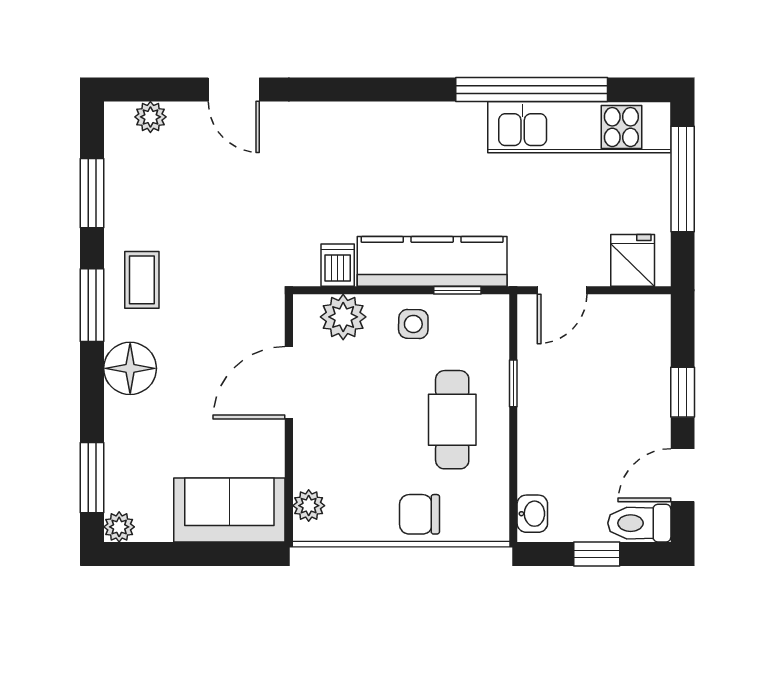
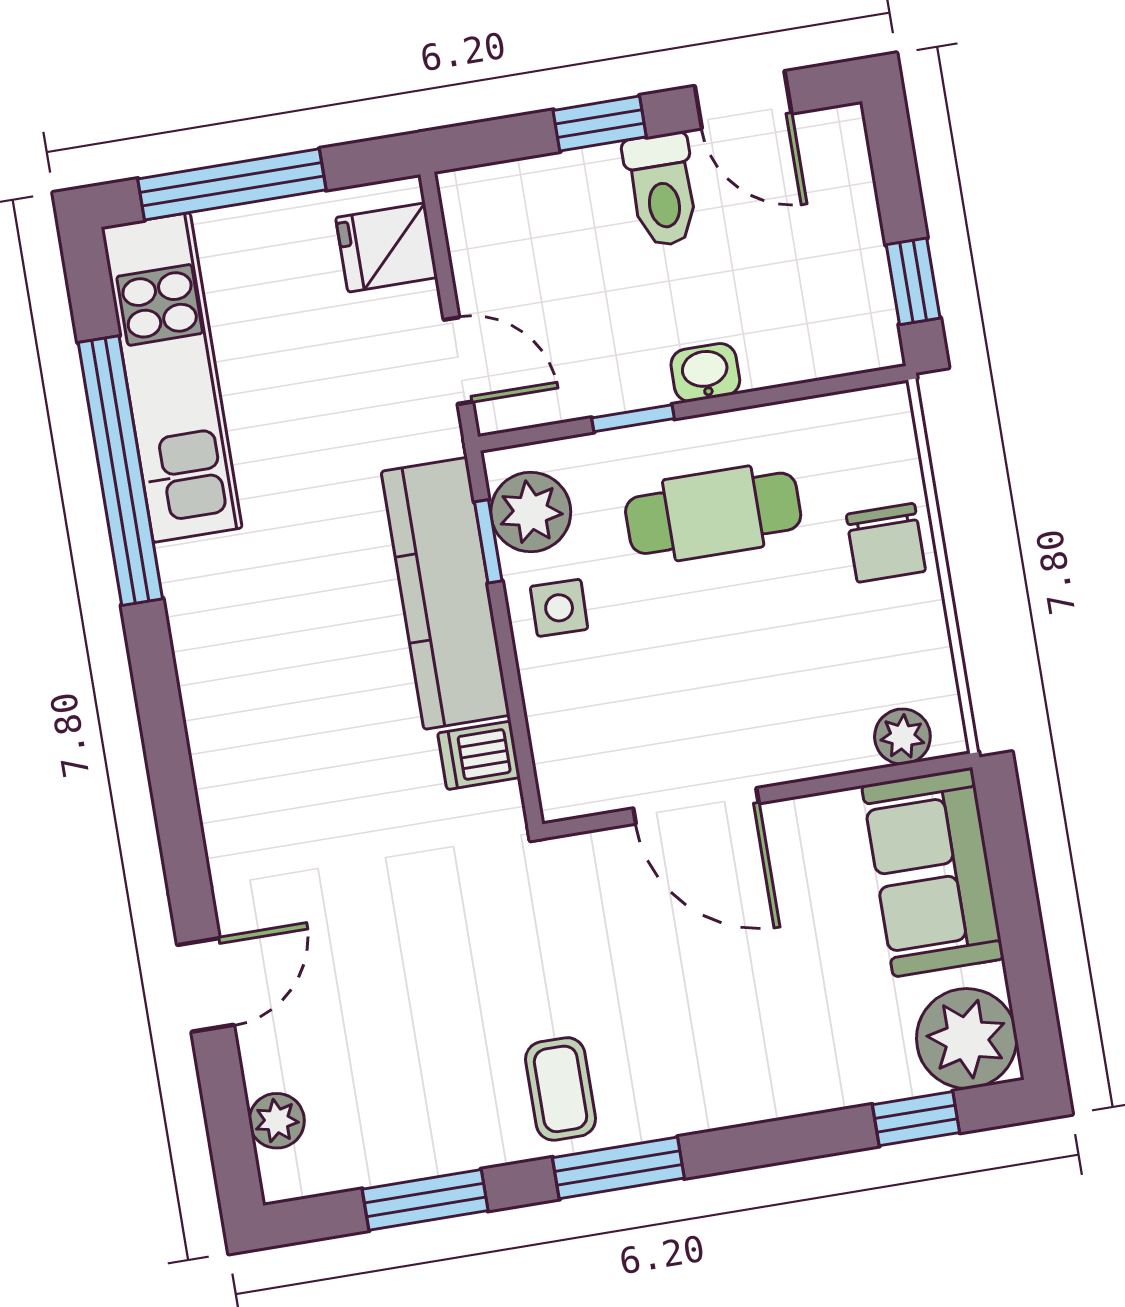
coffee table: (142, 280) -> (561, 1089), turned 90
plant: (343, 317) -> (531, 512), moved
floor lamp: (130, 368) -> (717, 1084), removed
window: (92, 478) -> (916, 1119), width x0.67
washbasin: (532, 514) -> (705, 373), moved
toilet: (639, 523) -> (662, 190), moved
plant: (119, 527) -> (967, 1039), width x1.88, depth x1.88
window: (597, 554) -> (913, 281), moved

